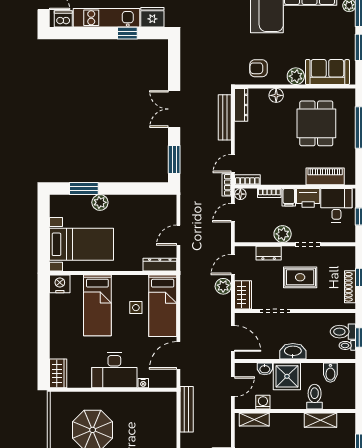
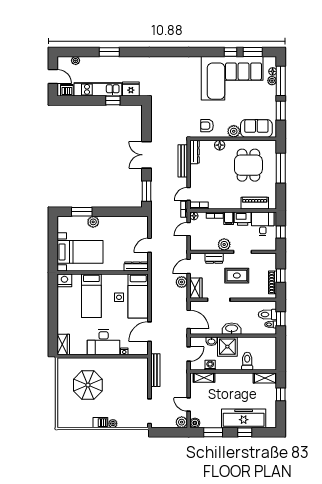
bidet: (330, 373) -> (259, 344), removed
shelving: (320, 420) -> (265, 378), moved

